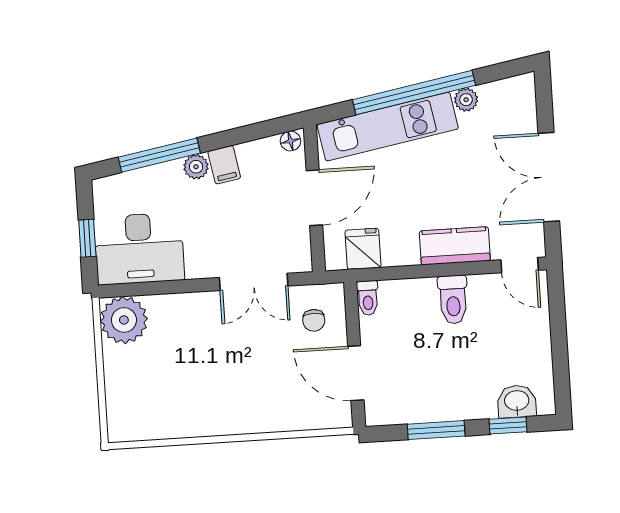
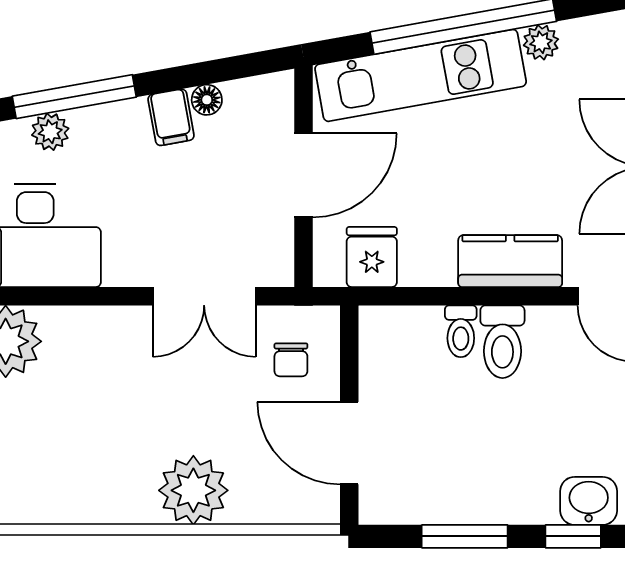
floor lamp: (290, 141) -> (207, 100), moved
plant: (196, 167) -> (50, 132), moved
toilet: (368, 298) -> (461, 331), moved
plant: (255, 411) -> (193, 490), added

